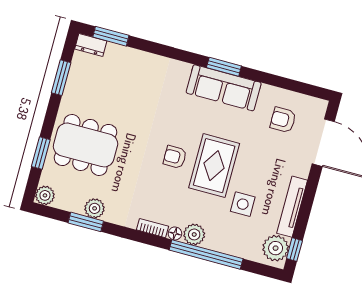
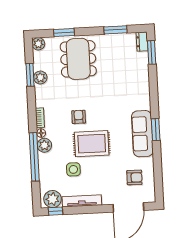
armchair: (283, 120) -> (134, 177), turned 91
armchair: (175, 157) -> (79, 117), moved

